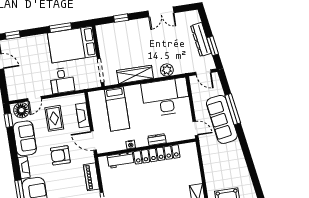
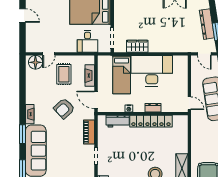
plant: (167, 70) -> (172, 47), removed
wardrobe: (135, 74) -> (137, 46), width x0.67
desk: (62, 81) -> (87, 41), moved
desk: (166, 97) -> (152, 71), moved
window: (9, 120) -> (23, 70), removed
sofa: (25, 138) -> (35, 88), removed
armchair: (60, 155) -> (64, 108), turned -43

